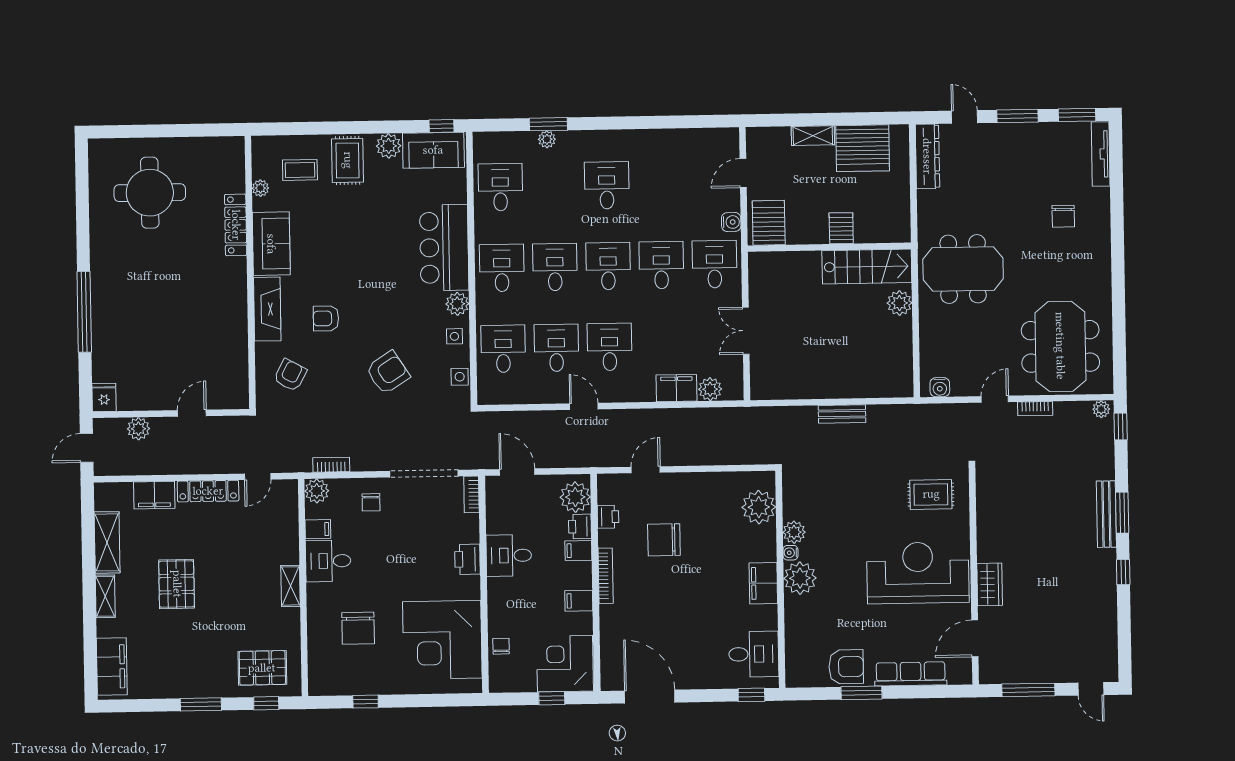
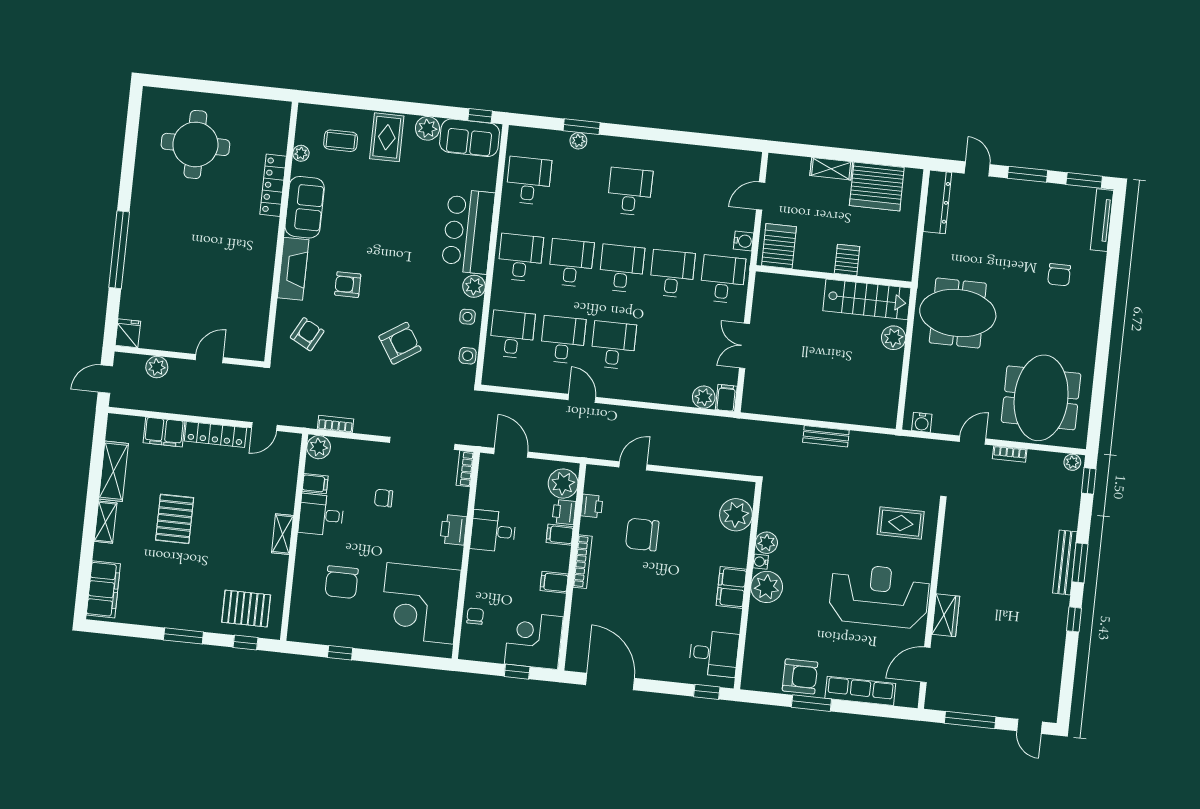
filing cabinet: (677, 388) -> (726, 398), moved, width x0.50
chair: (371, 502) -> (384, 498), moved, turned 90

